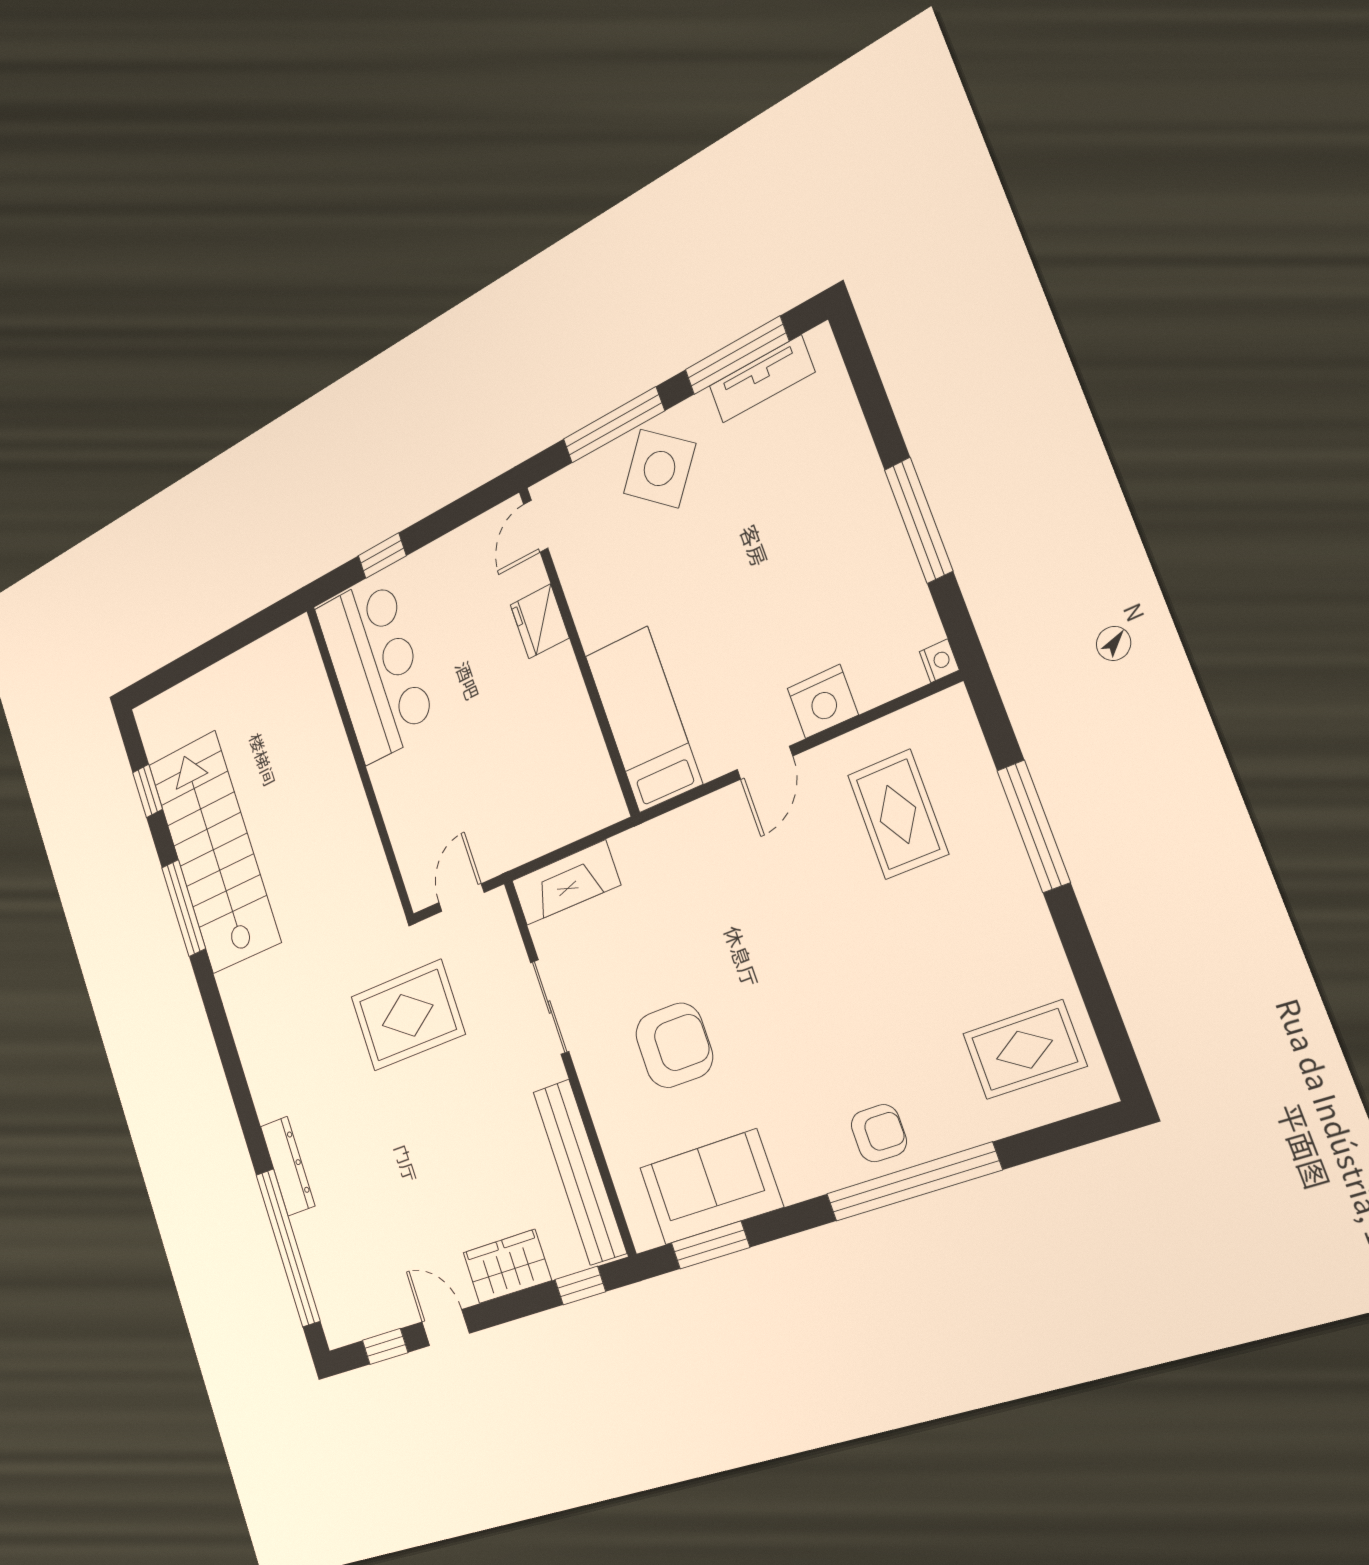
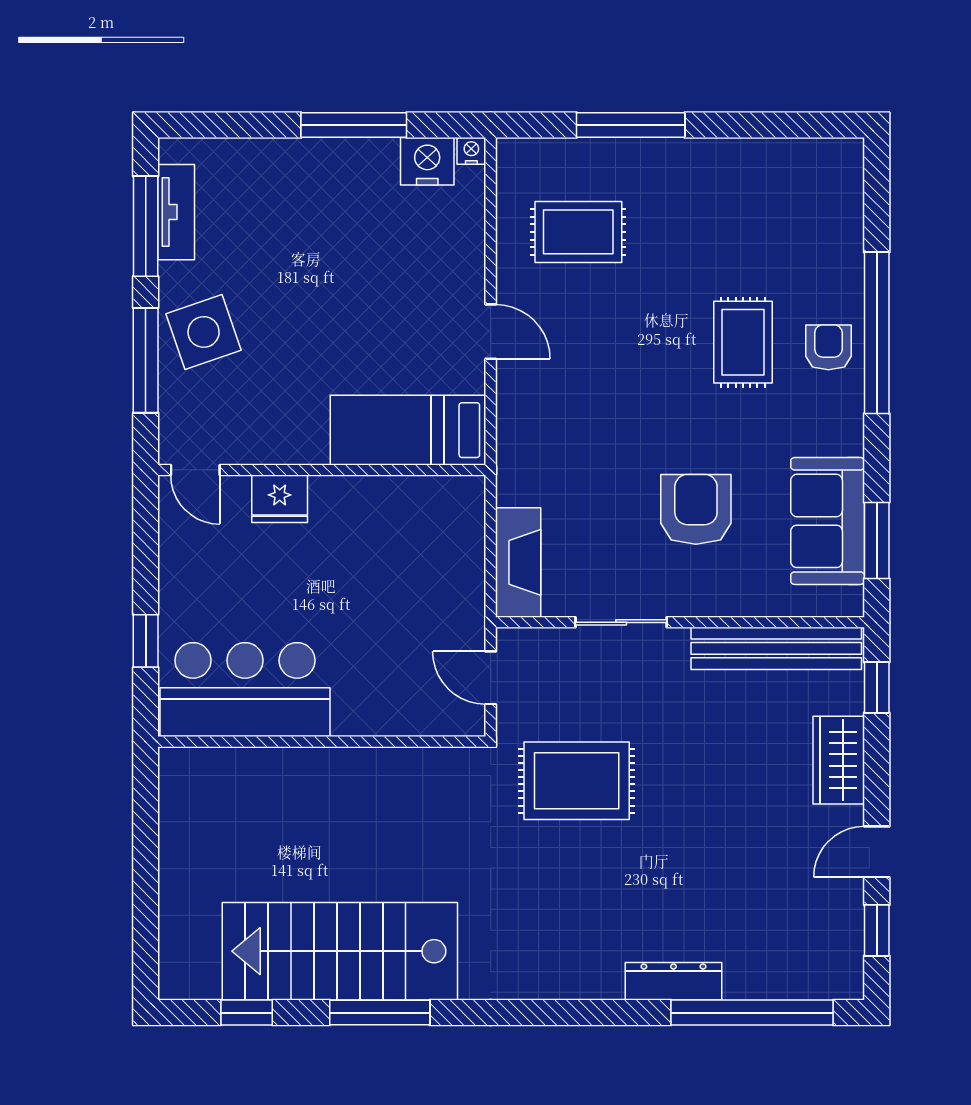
side table: (659, 468) -> (204, 332), turned 32
nightstand: (823, 702) -> (427, 161), moved, turned -90
rug: (408, 1015) -> (577, 781), turned 90
rug: (1024, 1050) -> (743, 342), moved

